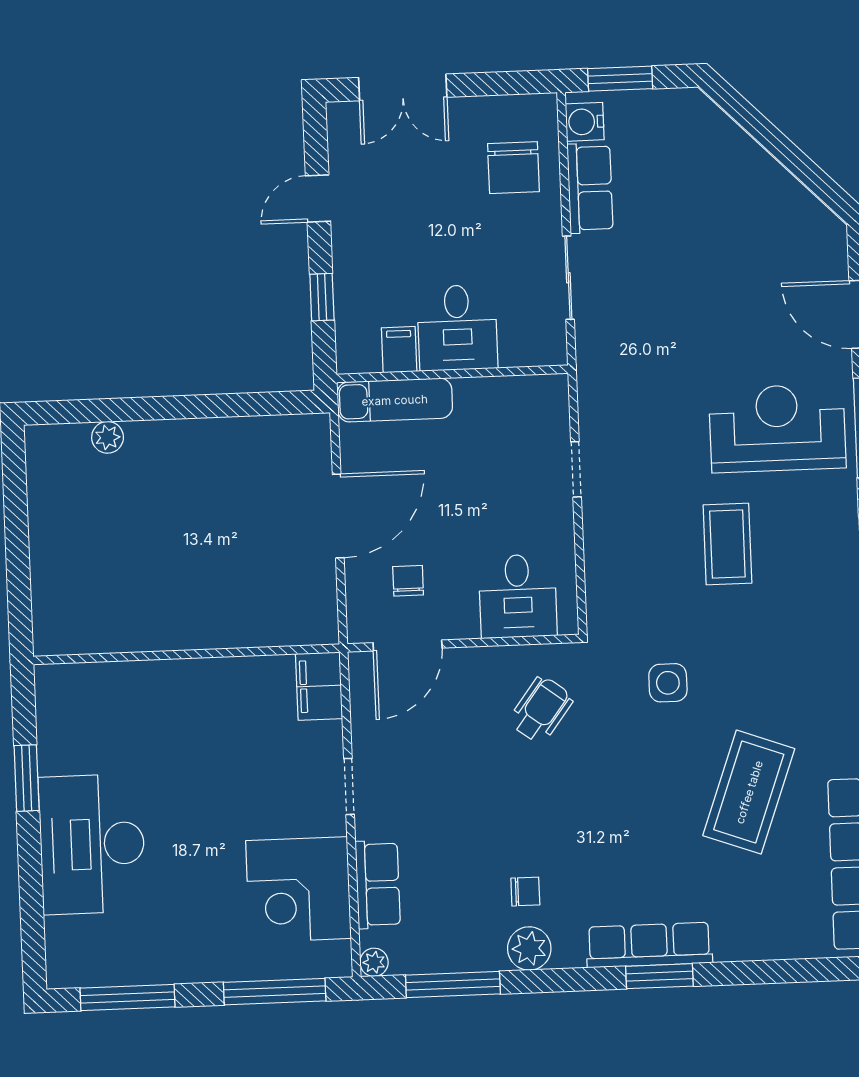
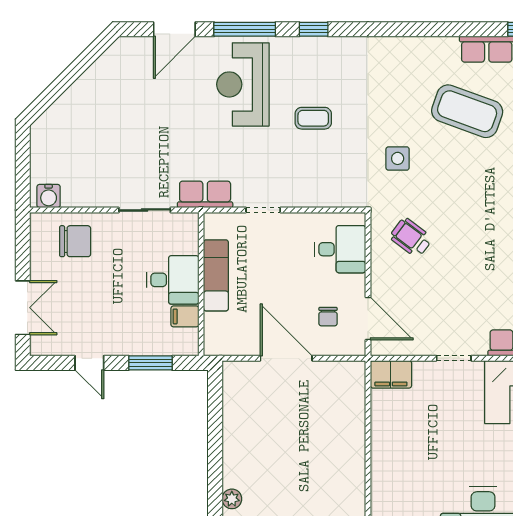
window: (620, 79) -> (23, 173), removed
row of seats: (590, 188) -> (205, 194), moved
window: (322, 297) -> (150, 363), width x1.50
exam couch: (395, 400) -> (216, 275), moved
coffee table: (727, 544) -> (313, 118), width x0.73, depth x0.77
chair: (408, 581) -> (328, 317), turned -90

